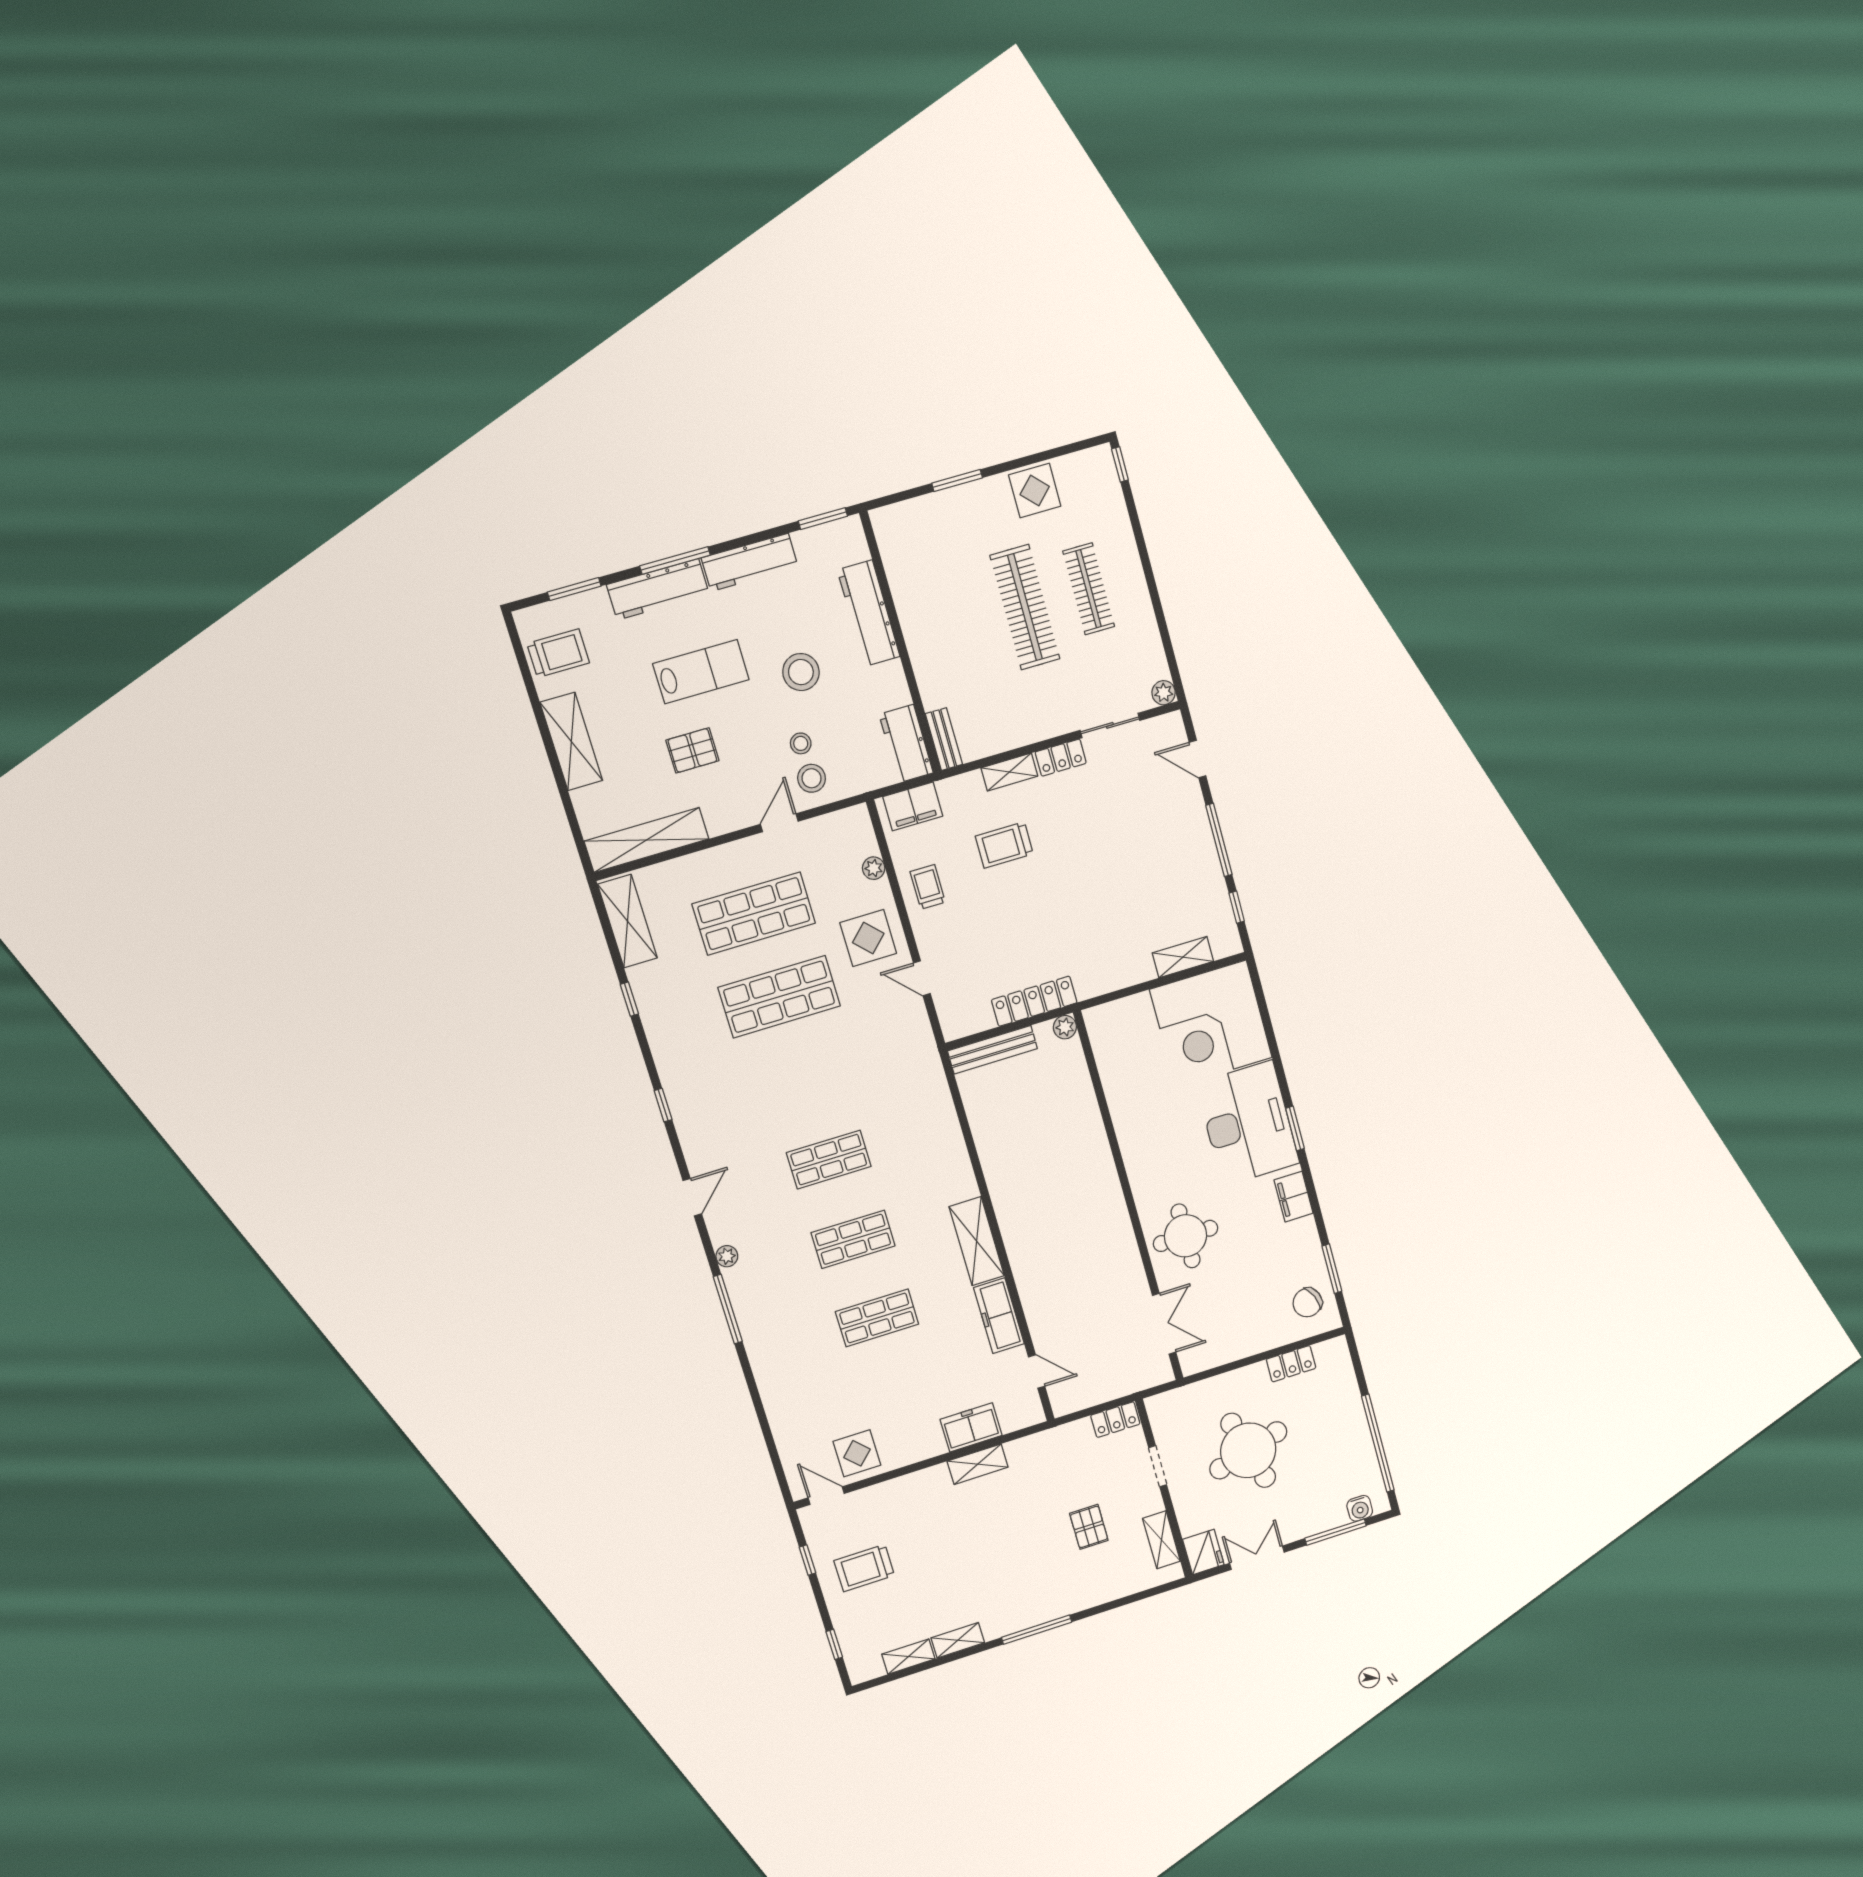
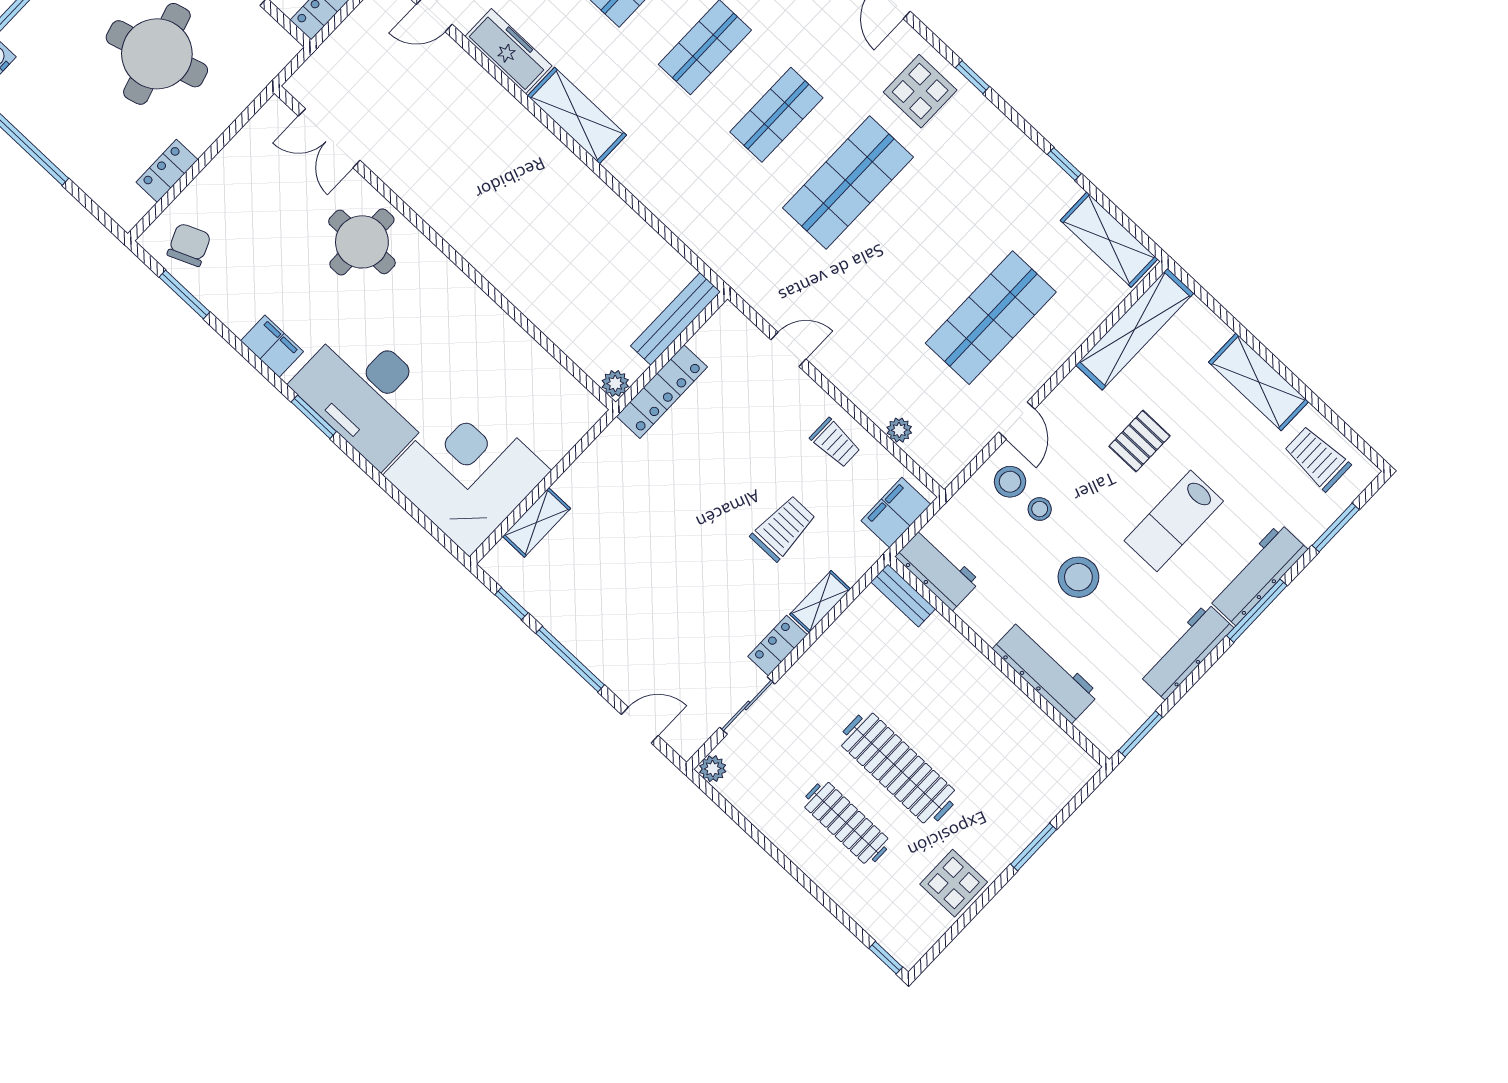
trolley: (558, 653) -> (1317, 458), turned 90
display table: (868, 938) -> (920, 91), moved
shop shelf: (779, 997) -> (848, 182), moved

